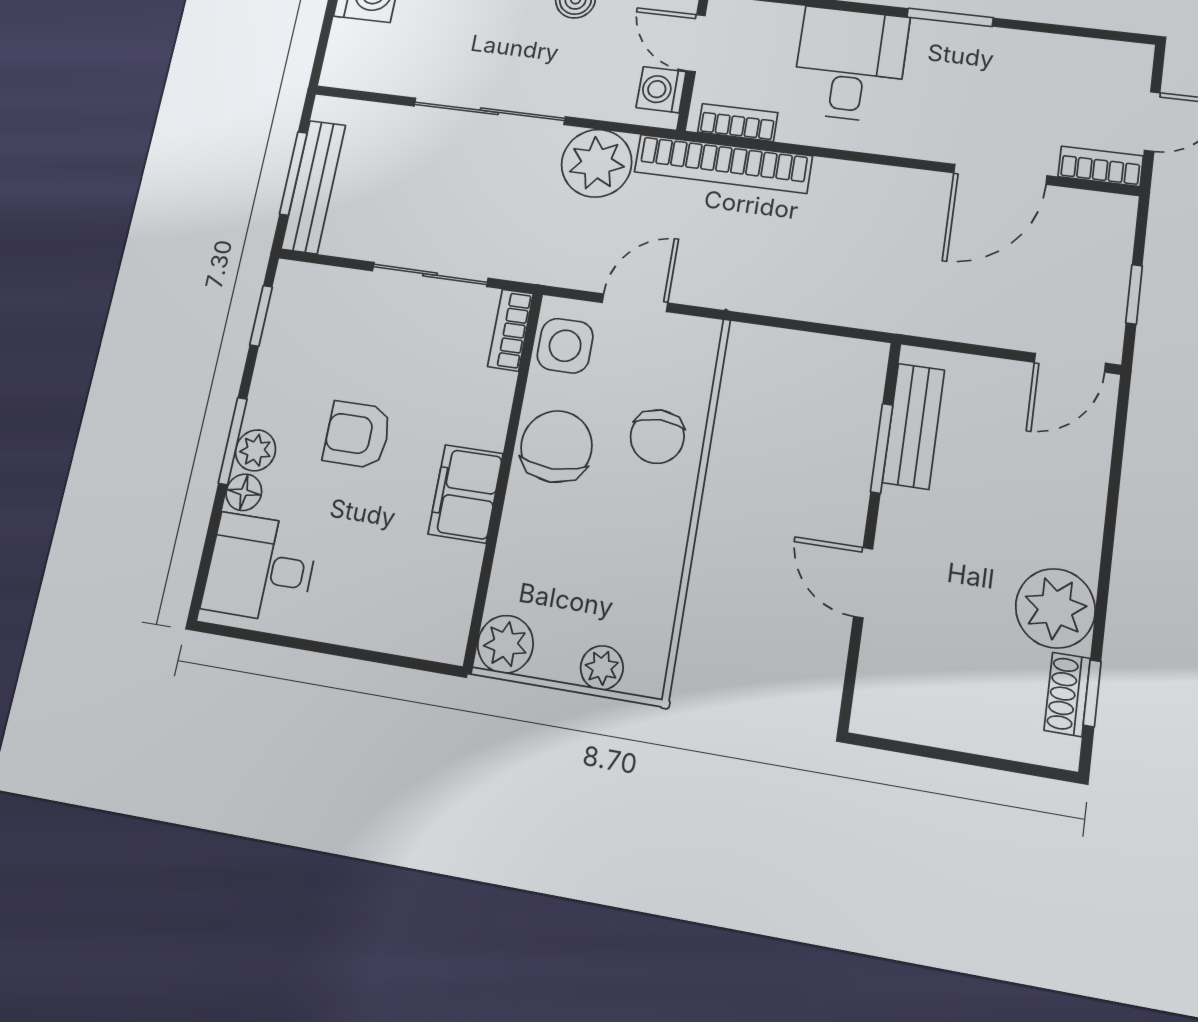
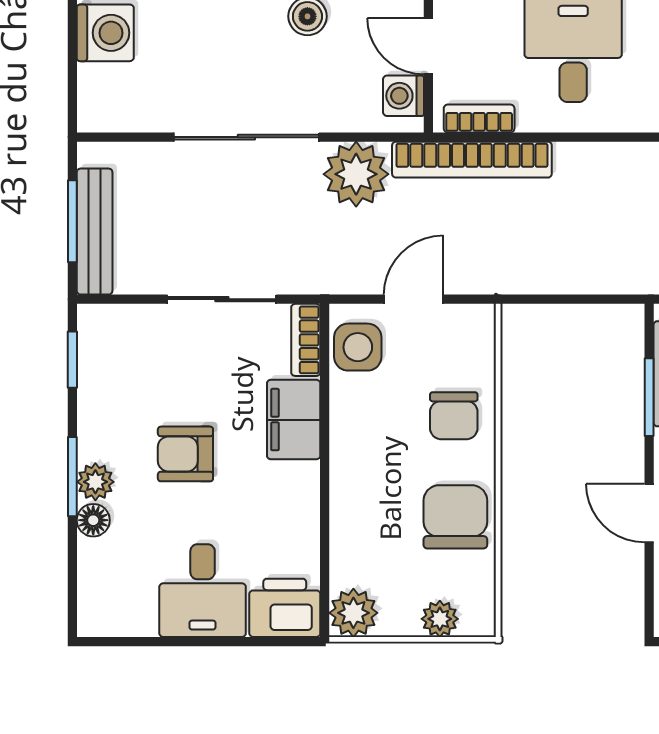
chair: (556, 447) -> (455, 517), moved
filing cabinet: (466, 494) -> (294, 420), moved
desk: (260, 568) -> (203, 591), moved, turned -90
printer: (430, 625) -> (285, 608), added

